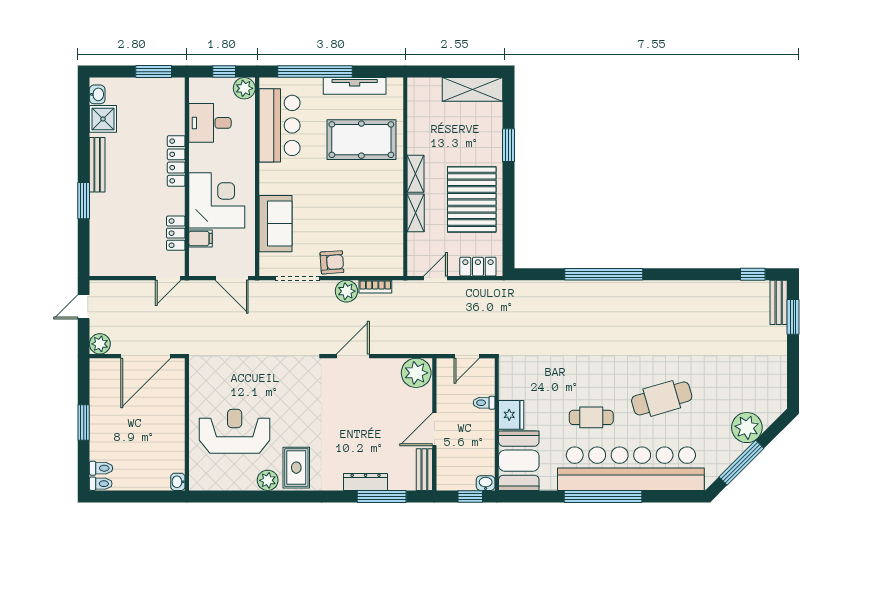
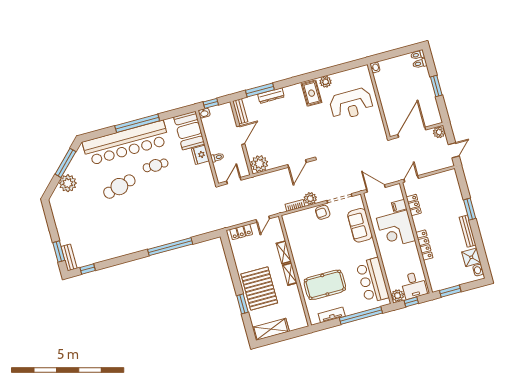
tv unit: (355, 86) -> (332, 315), width x0.71
desk: (210, 123) -> (414, 285), moved, turned 90
pallet: (472, 199) -> (259, 288), moved

